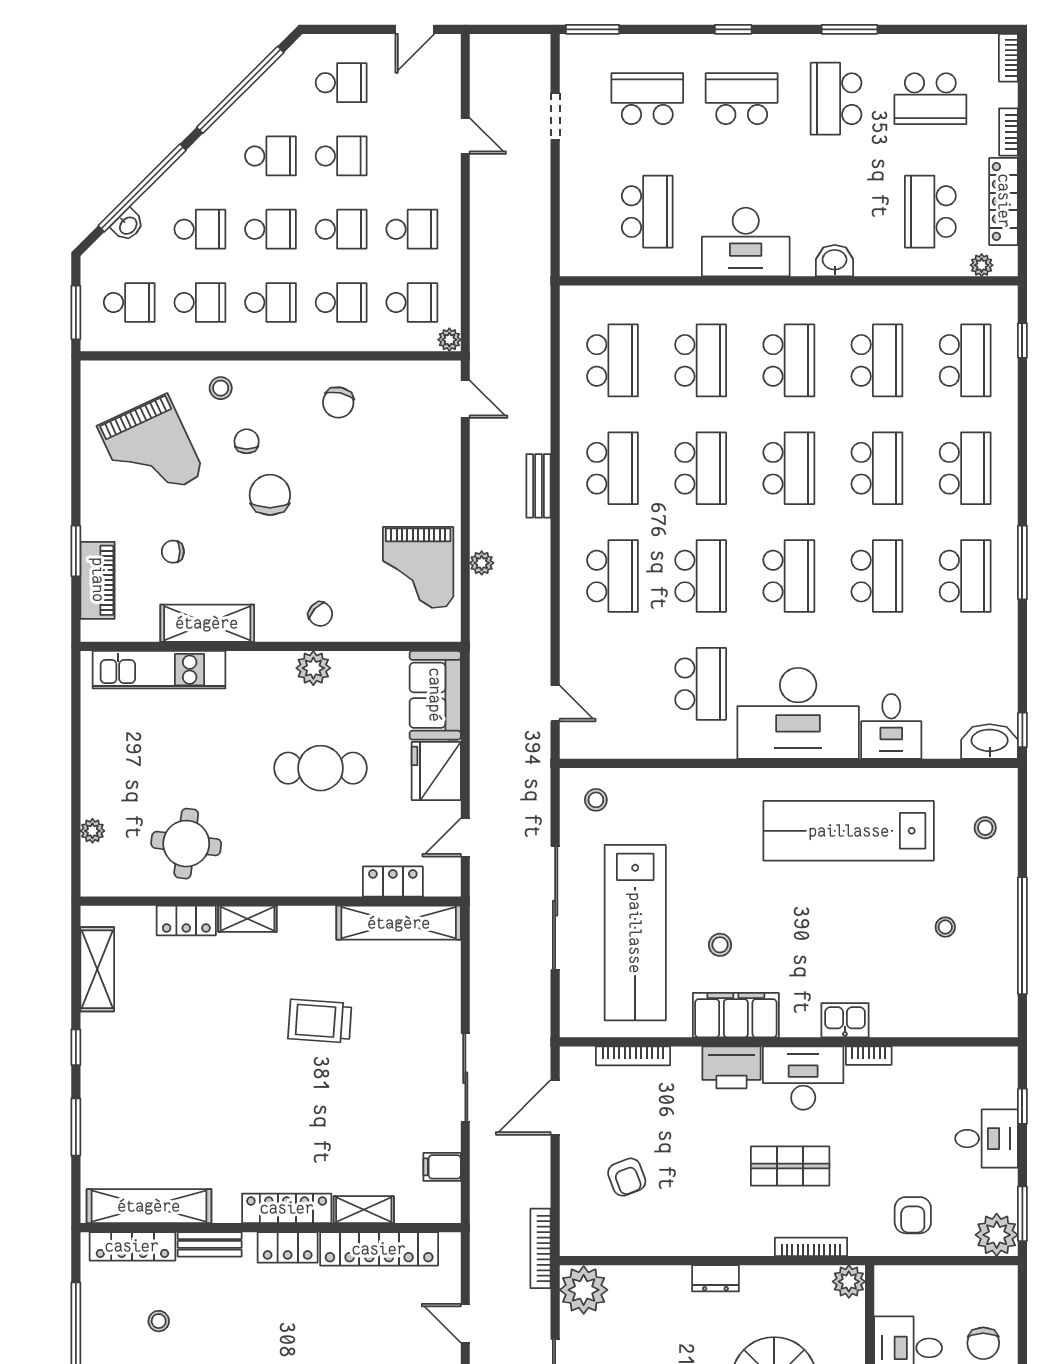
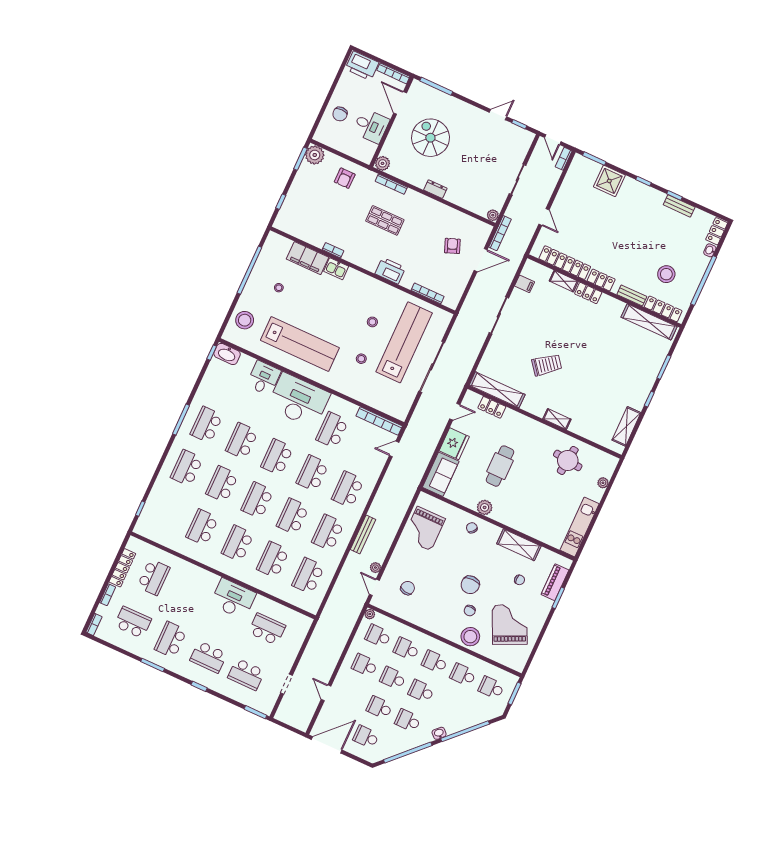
door: (415, 29) -> (327, 745), width x1.87
school desk: (836, 99) -> (171, 640), turned 180
school desk: (647, 212) -> (267, 629), turned 90
washbasin: (128, 225) -> (439, 733), moved
school desk: (200, 229) -> (450, 704), removed
washbasin: (835, 261) -> (201, 575), removed
plant: (982, 265) -> (143, 546), removed
school desk: (965, 360) -> (167, 511), removed
stool: (221, 388) -> (470, 637), width x1.89, depth x1.89
chair: (338, 402) -> (408, 588), moved
bench: (538, 486) -> (363, 534), width x1.36
plant: (482, 563) -> (375, 568), moved
grand piano: (418, 567) -> (424, 529), turned 180
kitchen unit: (159, 670) -> (579, 527), moved, turned -90
door: (555, 703) -> (394, 449), hinge flipped
bookcase: (612, 747) -> (379, 421), added
cafe table: (321, 768) -> (500, 466), turned 90
stool: (596, 800) -> (361, 359), moved
stool: (985, 828) -> (245, 320), width x1.89, depth x1.89
locker: (186, 921) -> (582, 430), removed
filing cabinet: (736, 1015) -> (307, 258), moved
trolley: (320, 1021) -> (547, 365), turned -42
desk: (803, 1078) -> (363, 253), removed
door: (555, 1107) -> (481, 260), moved
desk: (987, 1139) -> (301, 195), removed
locker: (287, 1208) -> (588, 293), width x0.66
armchair: (913, 1215) -> (345, 178), turned 180
plant: (584, 1290) -> (493, 215), width x0.53, depth x0.53
stool: (159, 1321) -> (666, 274), width x1.89, depth x1.89
chair: (983, 1343) -> (340, 114), turned 180

